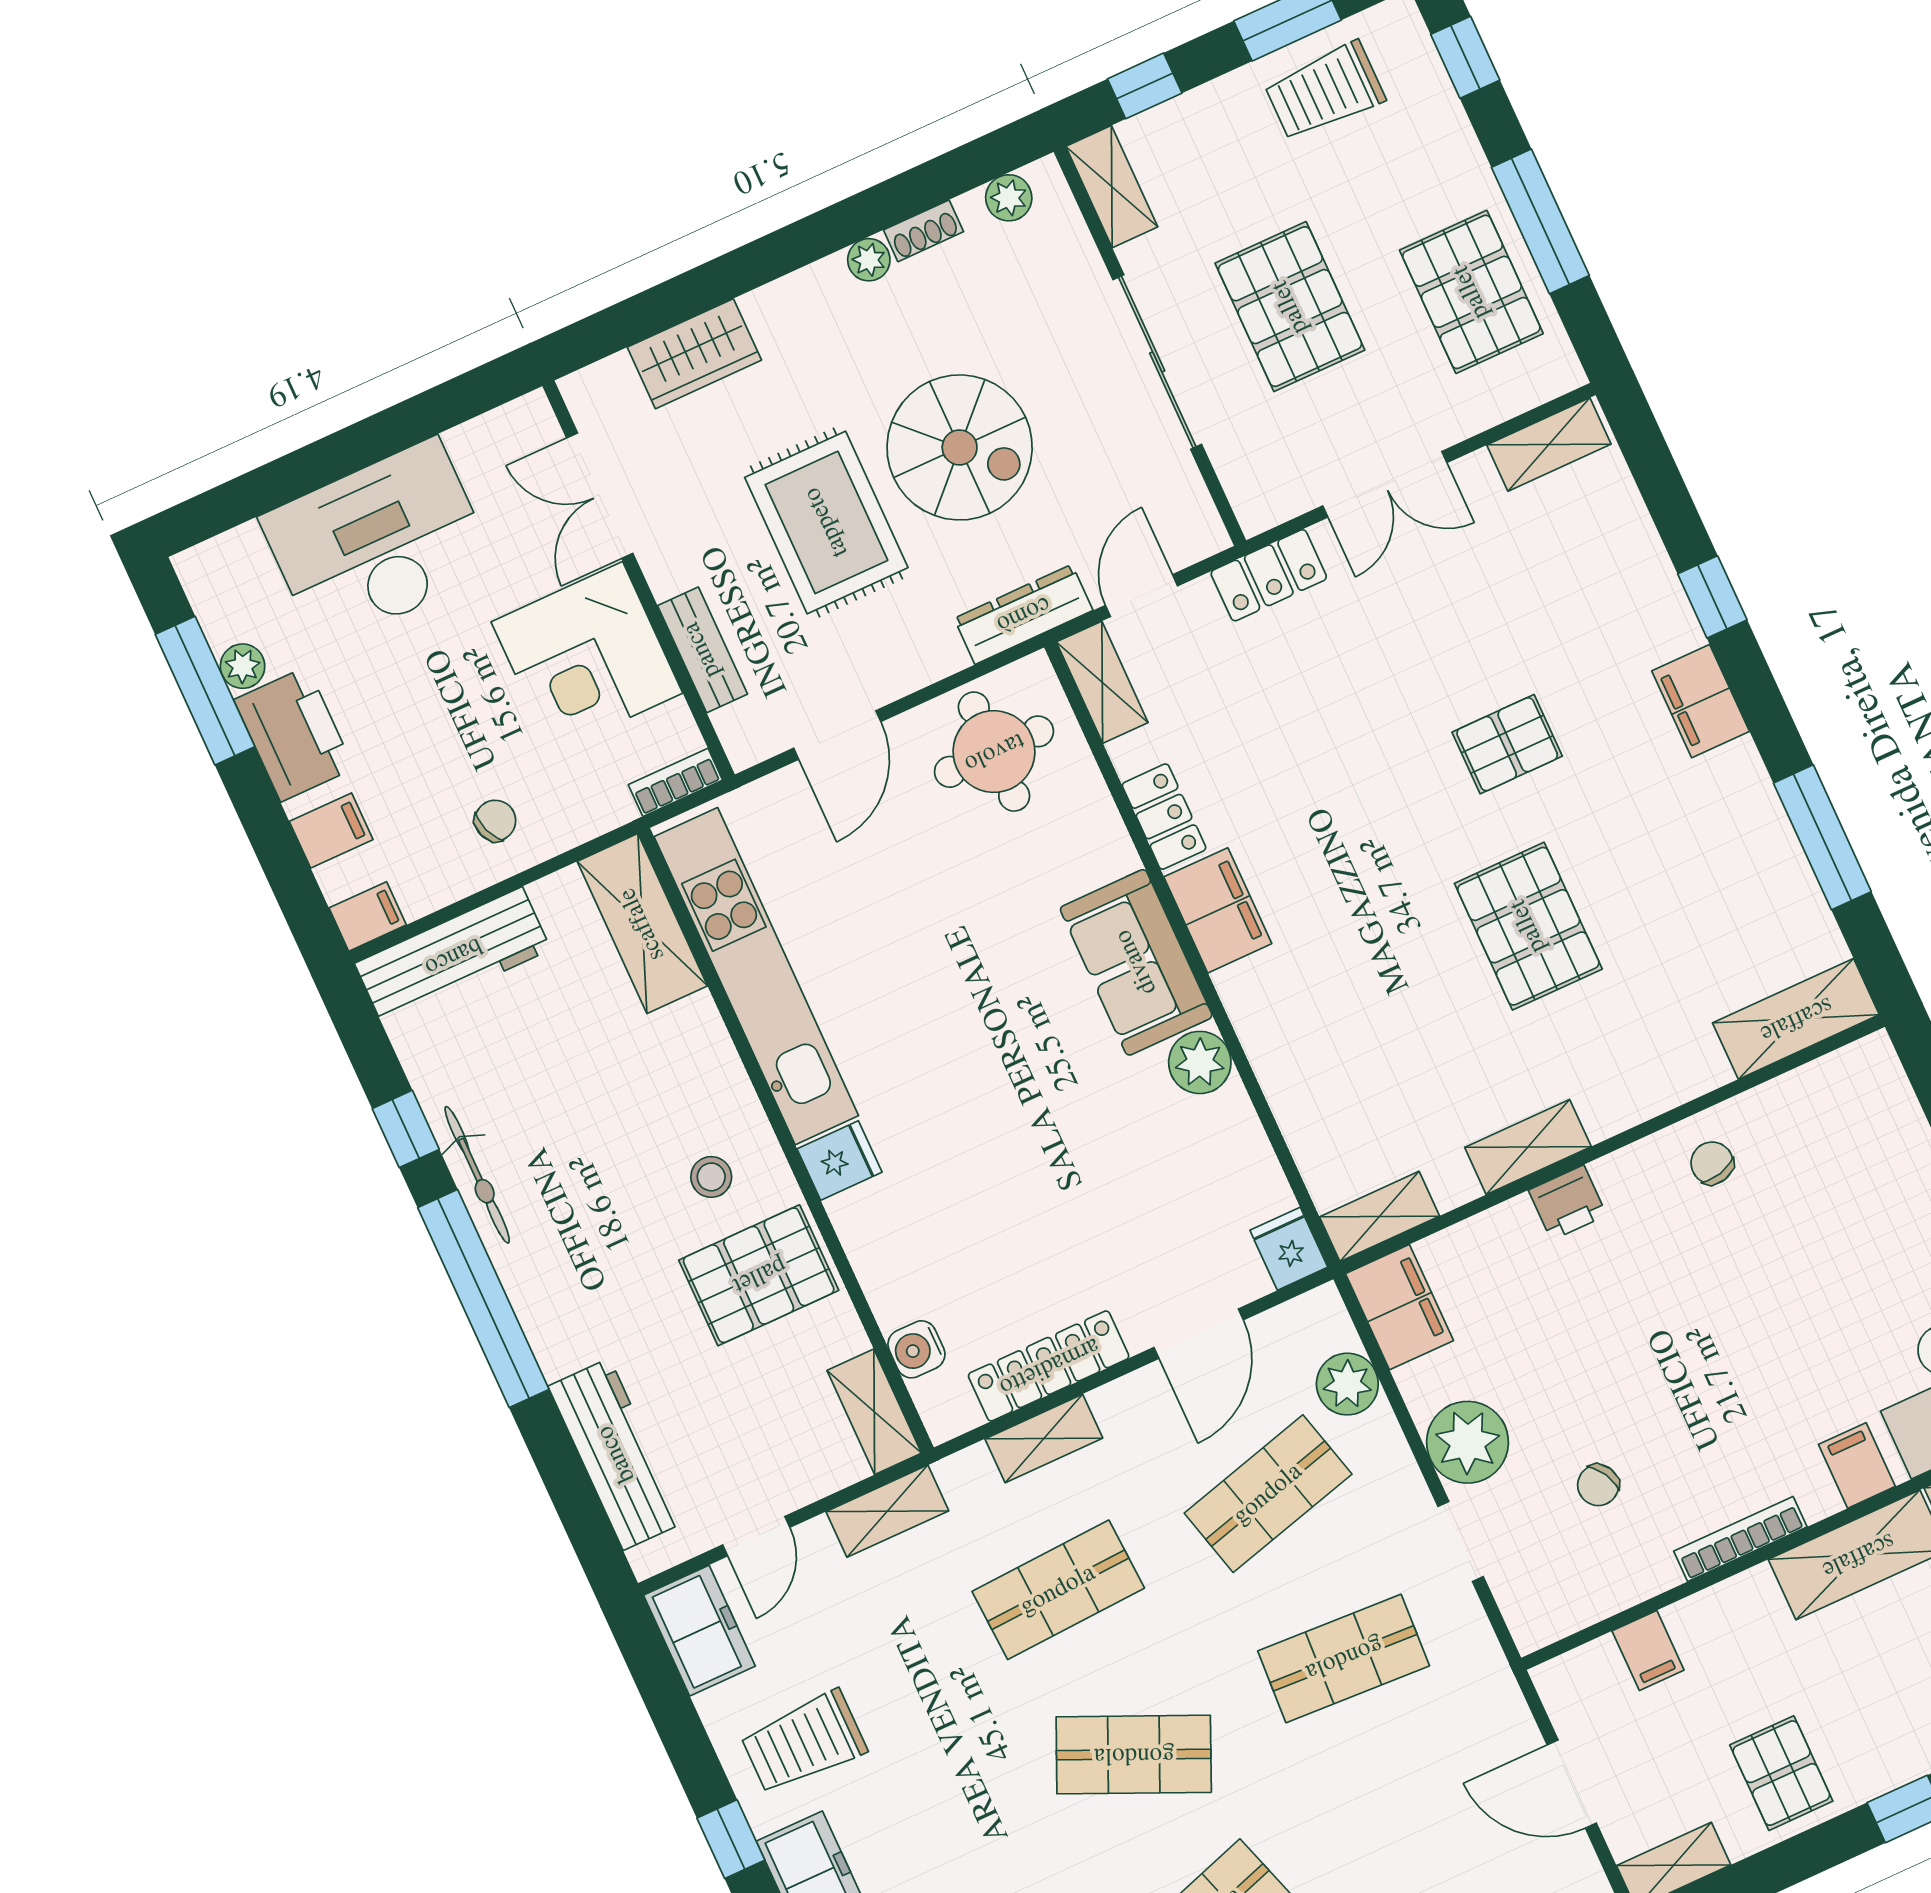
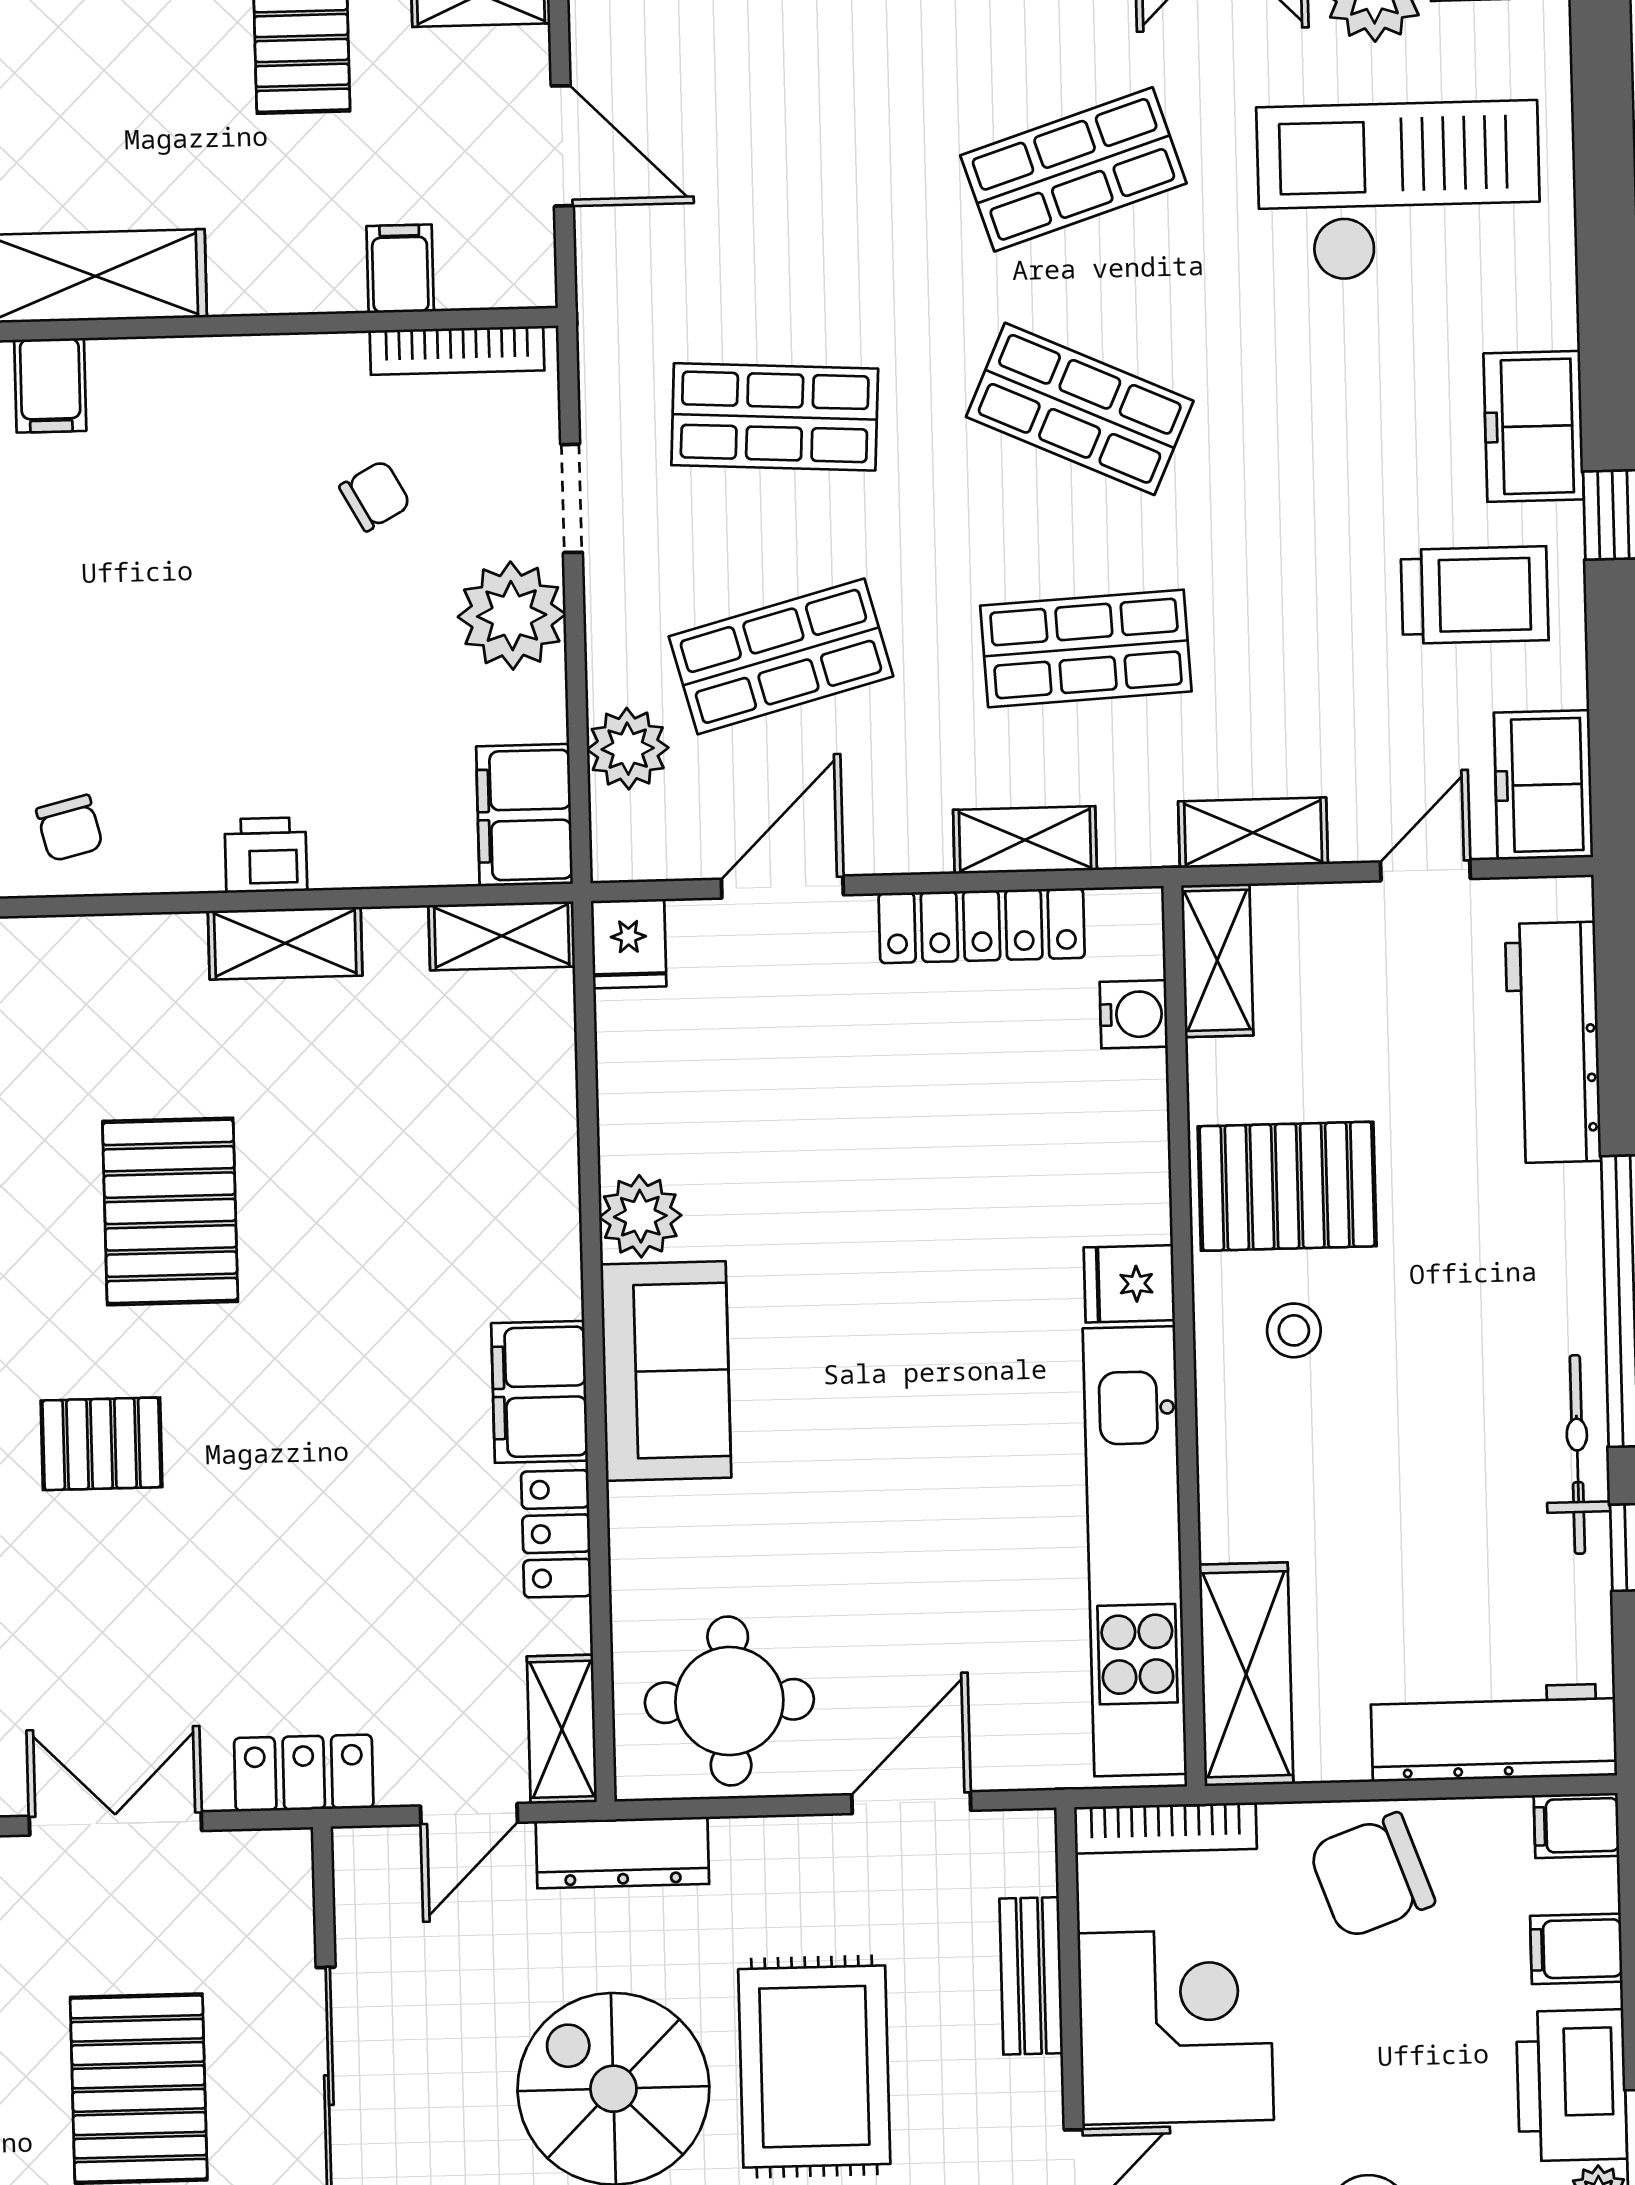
bookcase: (675, 782) -> (1165, 1828), width x1.56
chair: (495, 821) -> (1372, 1876), width x1.87, depth x1.87
bookcase: (1740, 1539) -> (457, 350), moved

